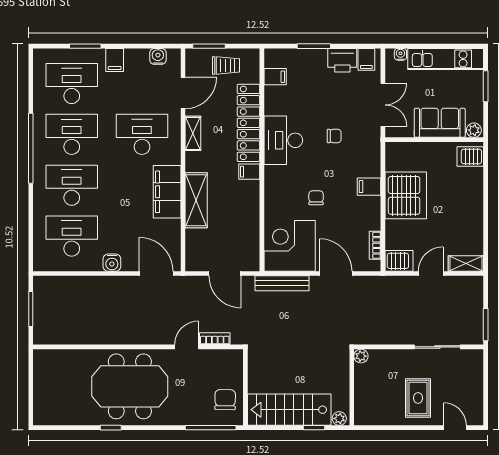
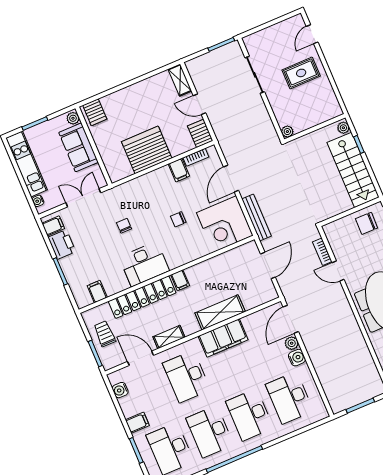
filing cabinet: (369, 187) -> (179, 170), moved
plant: (130, 264) -> (292, 343), added

